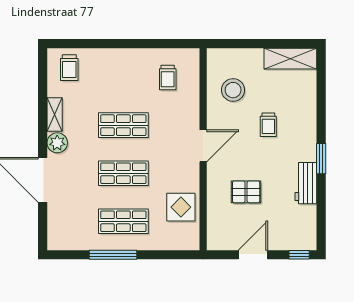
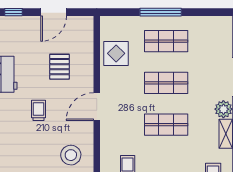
trolley: (268, 125) -> (38, 110), moved
pallet: (246, 192) -> (60, 67), turned 90
window: (113, 255) -> (161, 12), moved

